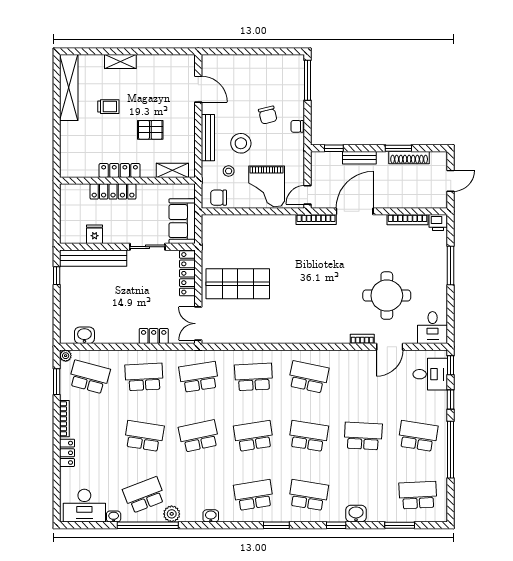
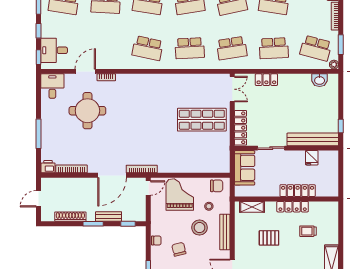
trolley: (108, 107) -> (308, 231), moved
window: (398, 148) -> (93, 224), moved

